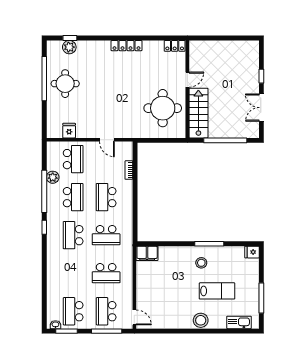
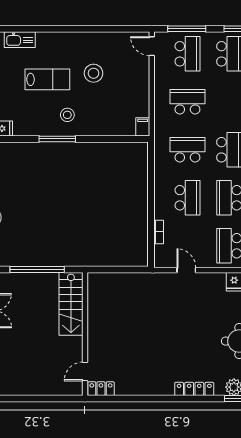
locker: (126, 46) -> (194, 389), moved
door: (187, 80) -> (85, 372), moved
round table: (163, 108) -> (116, 310), removed
filing cabinet: (147, 253) -> (143, 127), width x0.50
lab bench: (217, 291) -> (47, 79), turned 180
stool: (201, 320) -> (94, 73), moved

